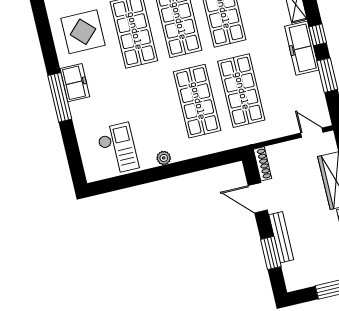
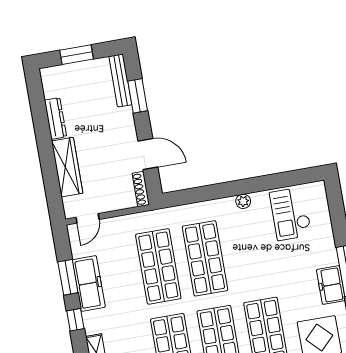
freezer: (302, 48) -> (89, 283), moved
door: (312, 133) -> (88, 218), hinge flipped
bench: (281, 237) -> (120, 80), moved

